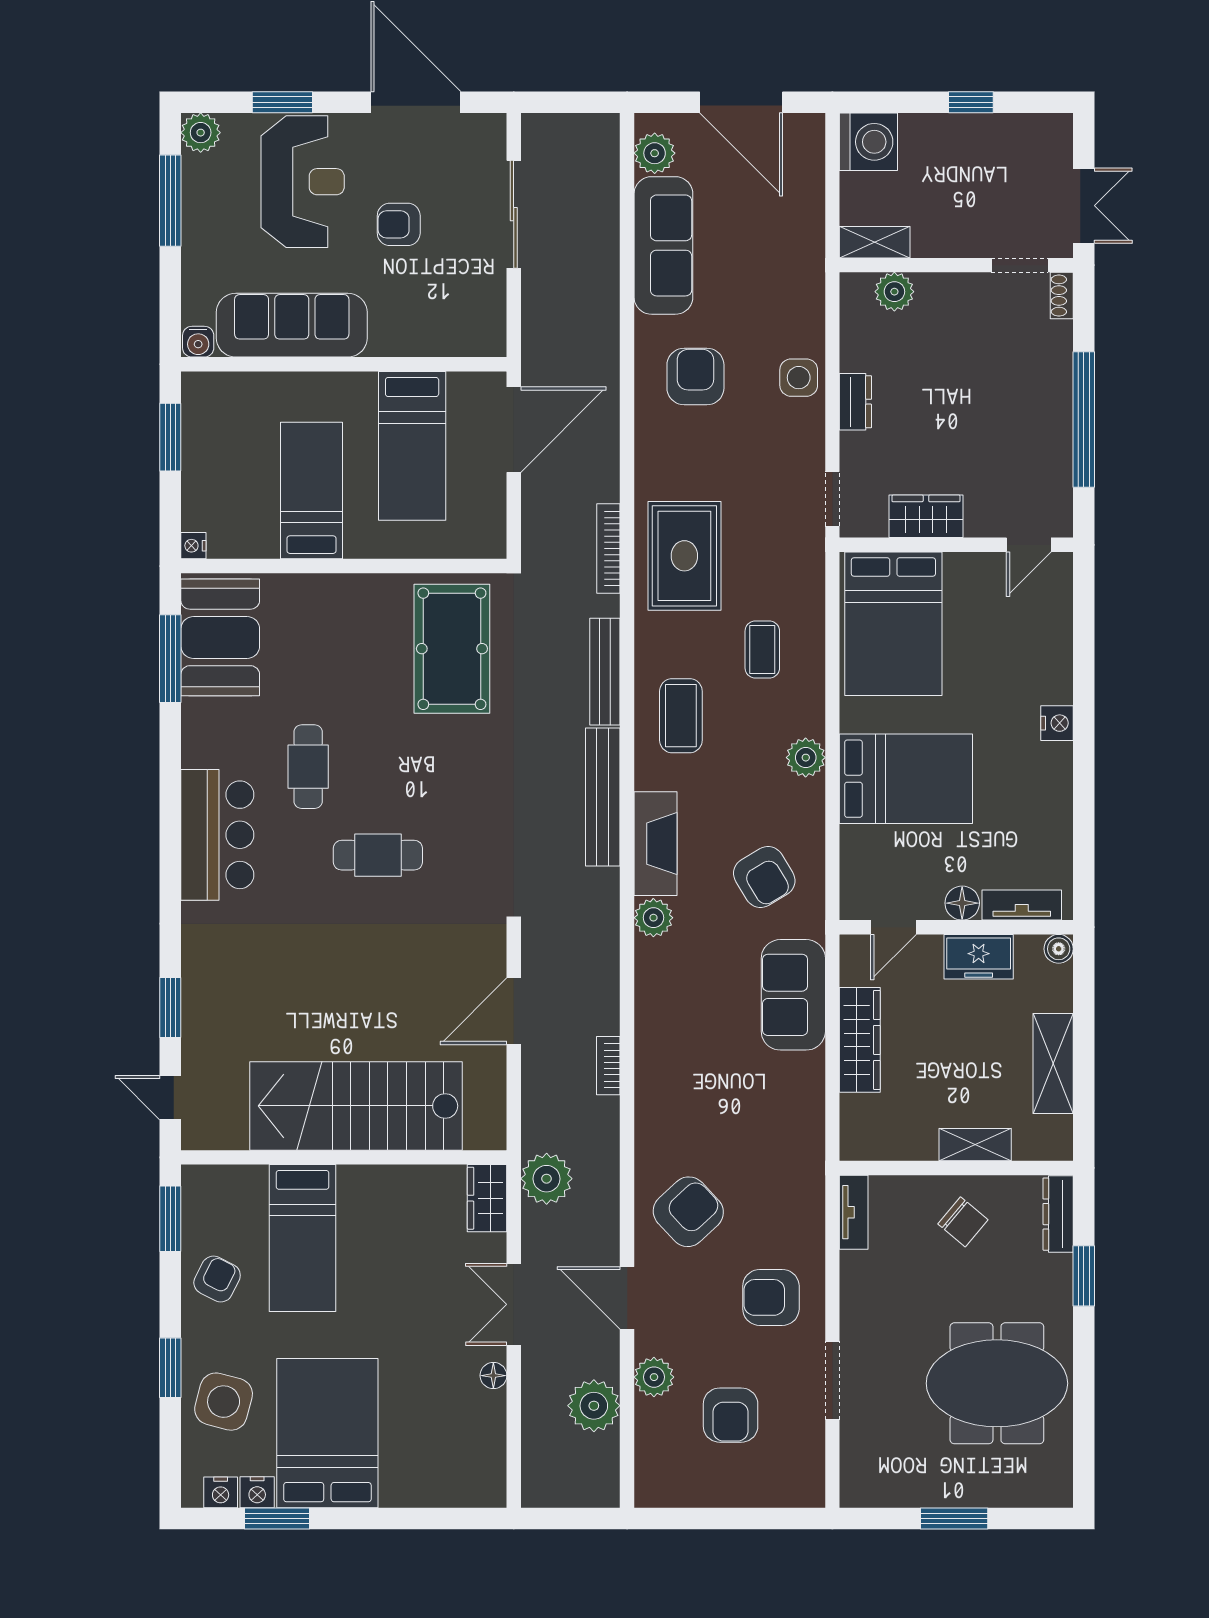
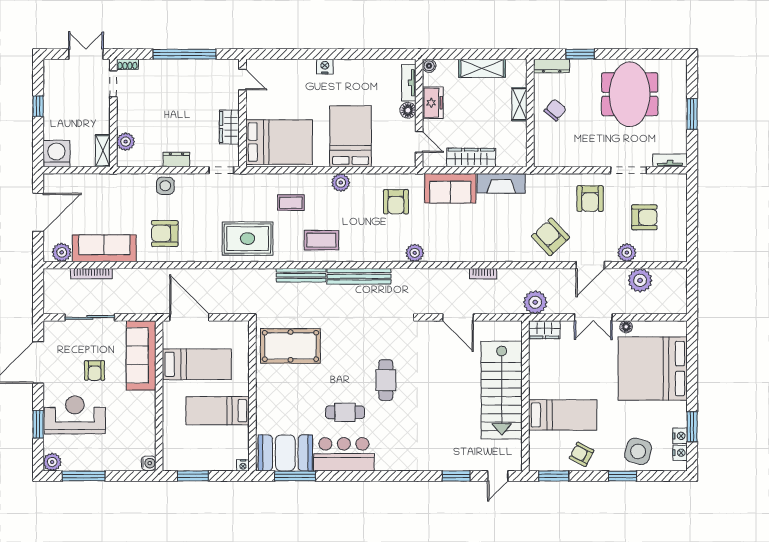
sofa: (292, 325) -> (141, 355), moved
bookcase: (608, 549) -> (91, 274), moved
bar counter: (217, 835) -> (344, 454), moved
fireplace: (655, 844) -> (501, 183), moved, turned 180
armchair: (764, 877) -> (396, 202), turned 121
tv unit: (854, 1212) -> (670, 160), moved
bed: (327, 1433) -> (653, 369), moved, width x1.36

